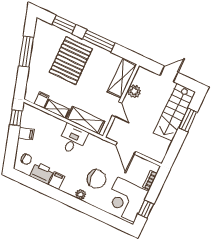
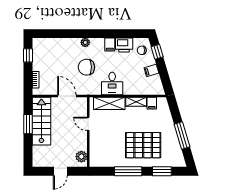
pallet: (71, 61) -> (143, 145), turned 90
shelving: (122, 78) -> (96, 150), removed
plant: (134, 91) -> (81, 157), moved
stairs: (175, 112) -> (41, 121), moved
window: (16, 118) -> (157, 52), moved
window: (188, 120) -> (28, 124), moved
chair: (97, 179) -> (86, 67), moved
corner desk: (126, 200) -> (47, 55), removed

